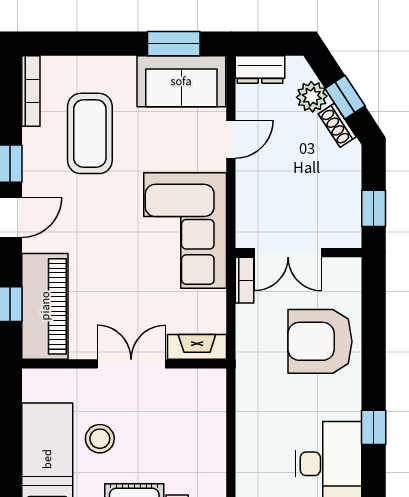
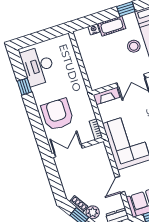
window: (374, 208) -> (53, 175), removed
double door: (288, 253) -> (68, 151), moved
armchair: (320, 341) -> (57, 114), turned -90

